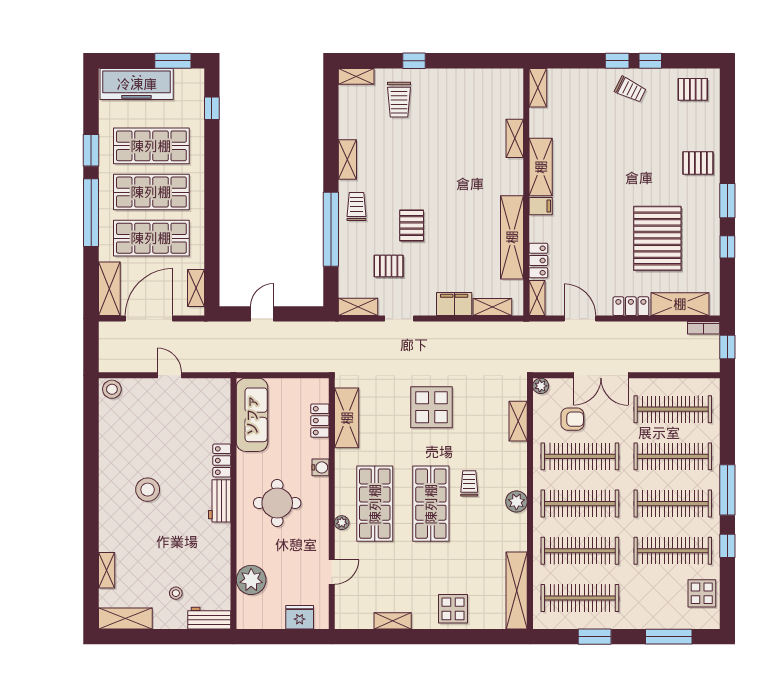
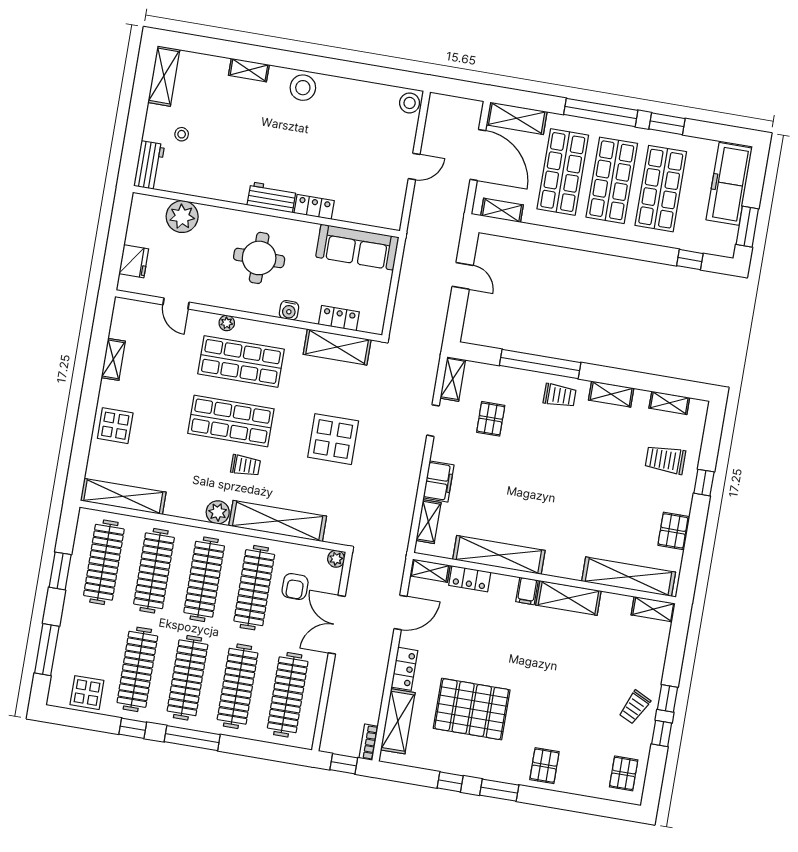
shelving: (356, 76) -> (669, 403), moved, turned 90
shelving: (515, 138) -> (629, 577), width x2.20, depth x1.33
pallet: (412, 225) -> (673, 531), moved, turned 90
shelving: (518, 421) -> (278, 521), width x2.20, depth x1.33
stool: (148, 490) -> (303, 88), moved
shelving: (107, 570) -> (249, 70), moved

